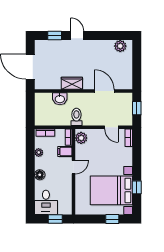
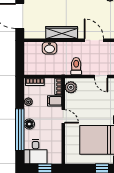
wardrobe: (72, 83) -> (62, 33), width x1.50
toilet: (76, 117) -> (76, 66), moved
door: (74, 167) -> (63, 116), hinge flipped
window: (30, 180) -> (20, 130), added

